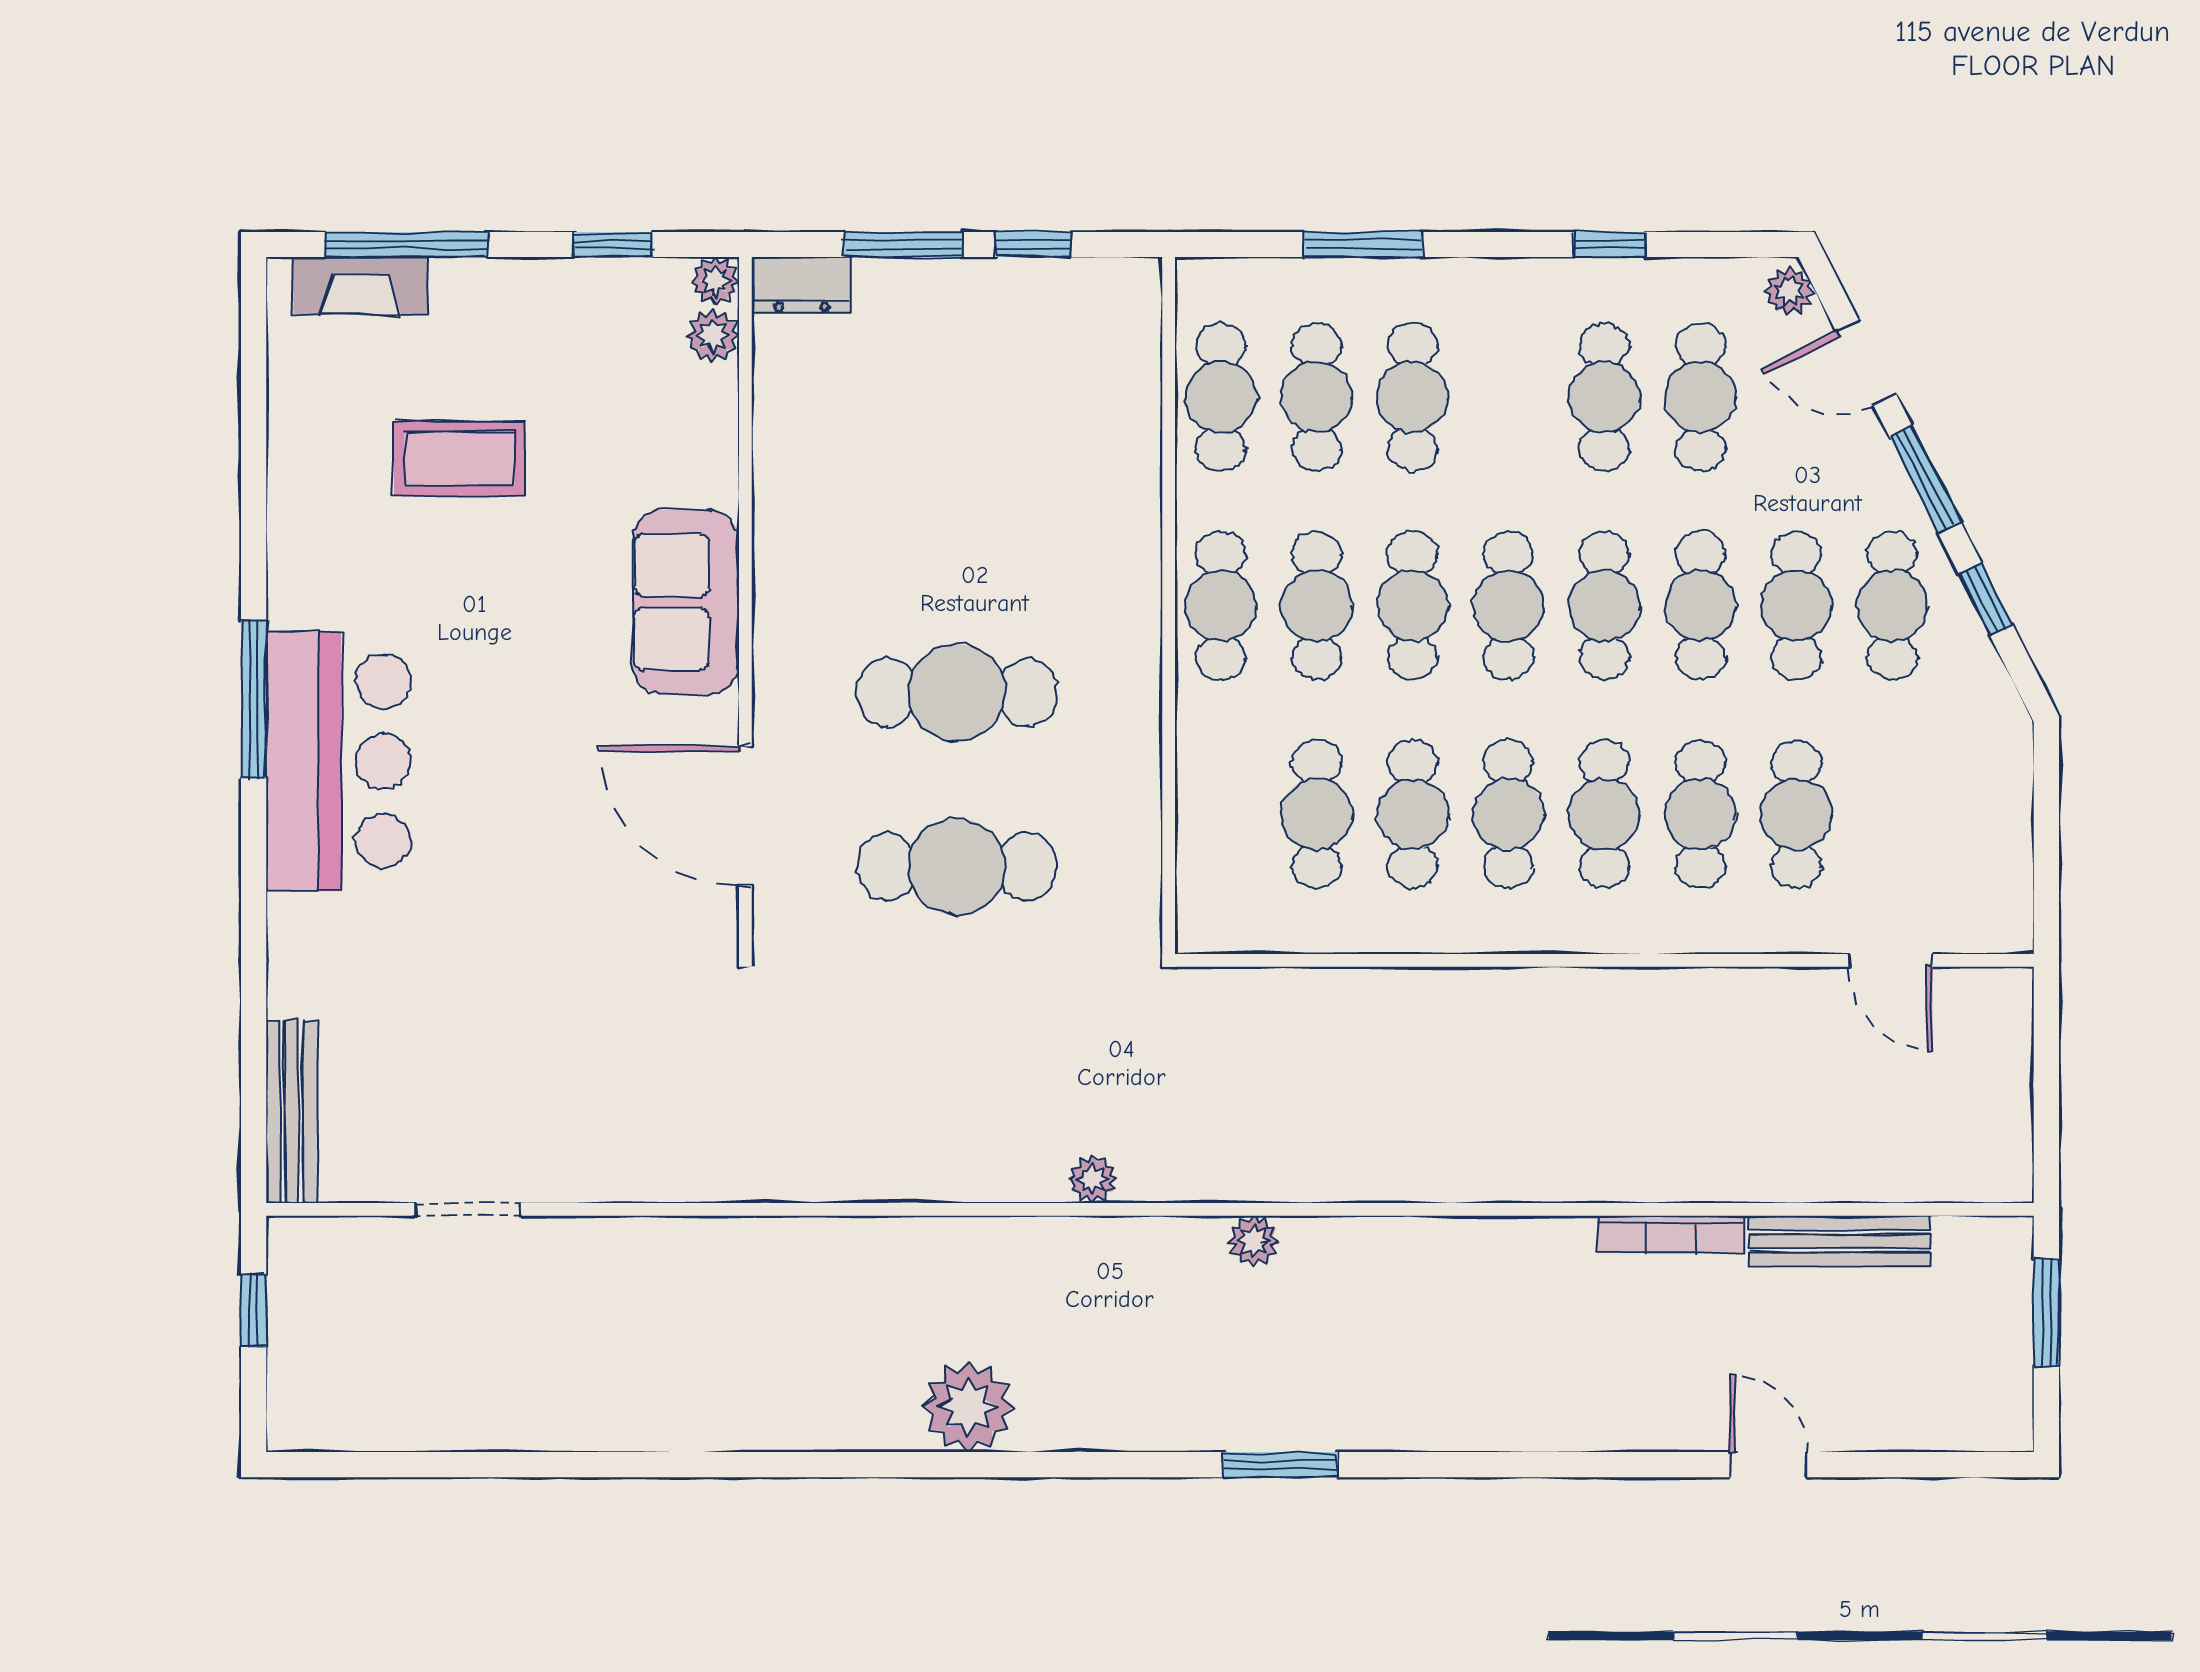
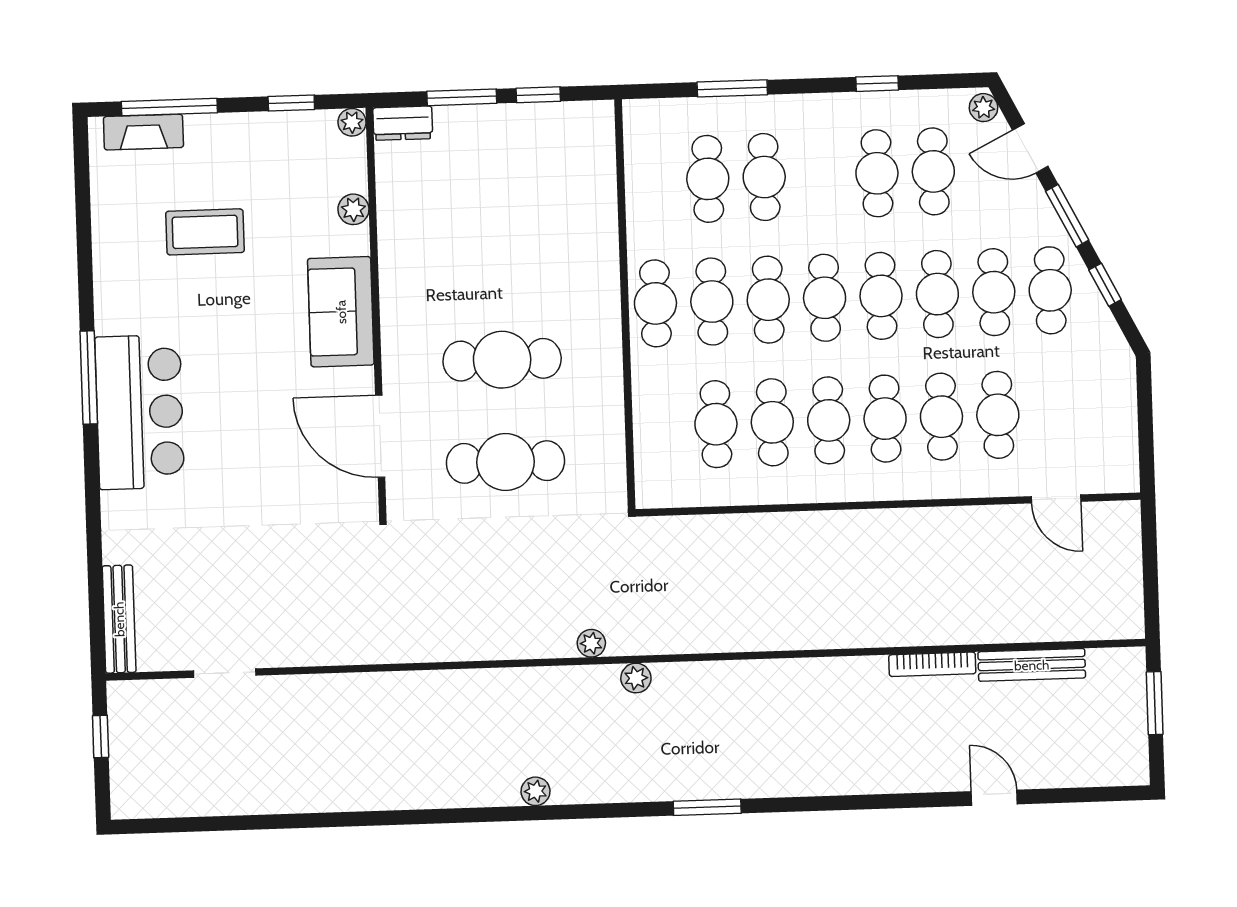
plant: (713, 336) -> (353, 209), moved
cafe table: (1221, 397) -> (651, 181), removed
plant: (1254, 1241) -> (636, 678), moved
plant: (968, 1406) -> (536, 791), width x0.53, depth x0.53

